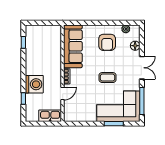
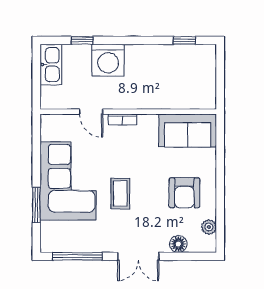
armchair: (107, 42) -> (184, 193), turned -90
sofa: (73, 46) -> (188, 131), width x0.73
corner sofa: (118, 106) -> (68, 181), moved
kitchen sink: (50, 116) -> (51, 65), moved

